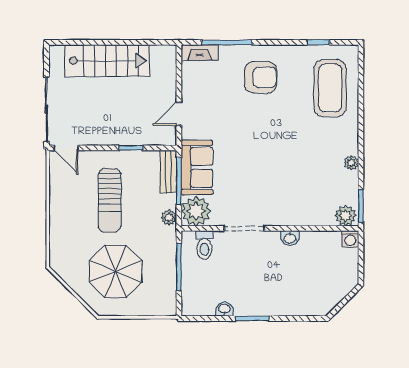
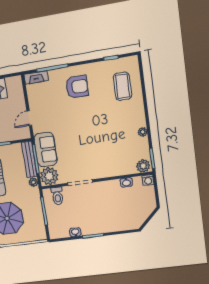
coffee table: (330, 88) -> (123, 86), width x0.73, depth x0.76
bench: (168, 172) -> (29, 159), width x1.36
washbasin: (290, 238) -> (126, 182), moved

